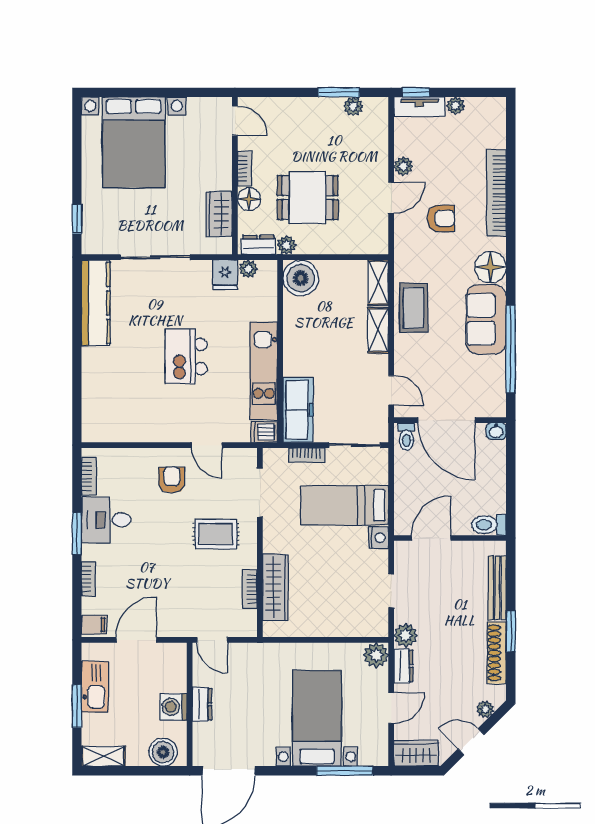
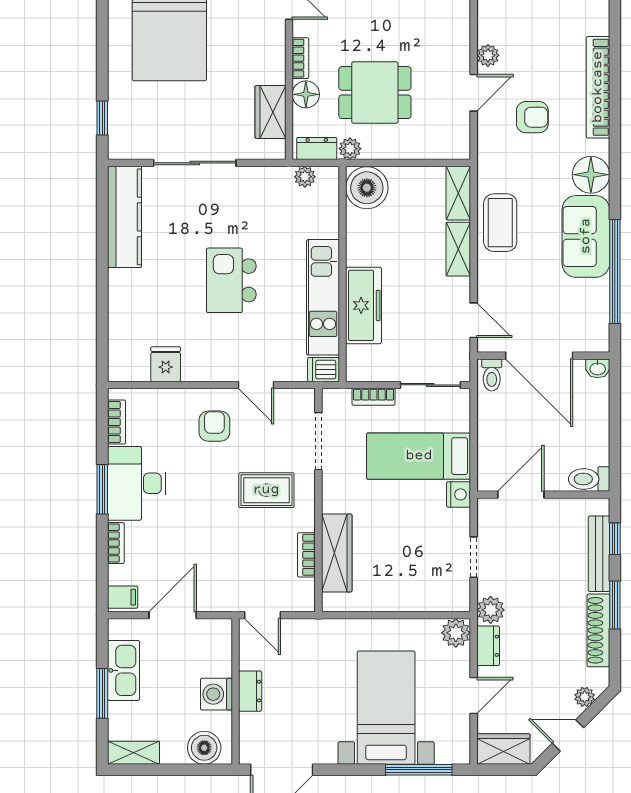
fridge: (225, 275) -> (166, 364), moved, turned 180
freezer: (298, 410) -> (364, 305), moved
desk: (106, 520) -> (137, 483), width x1.37
window: (511, 575) -> (615, 539), added

